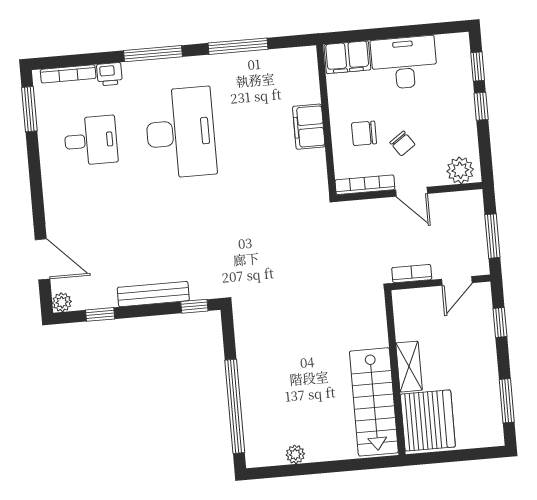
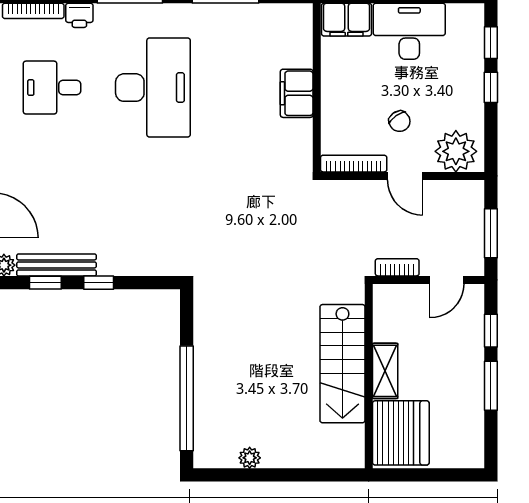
chair: (364, 133) -> (358, 106), removed
desk: (91, 141) -> (52, 88), turned 180
plant: (460, 170) -> (456, 151), width x1.36, depth x1.36
bench: (153, 294) -> (57, 265), moved
window: (194, 306) -> (99, 283), moved
window: (507, 401) -> (491, 386), moved
stairs: (374, 402) -> (342, 364), moved

